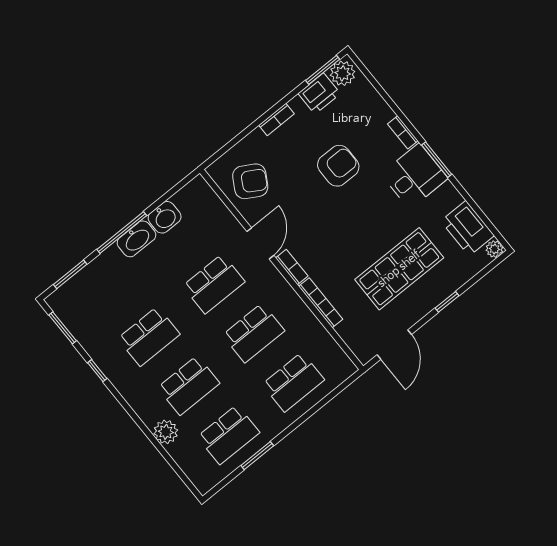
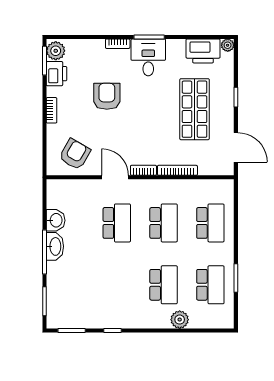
school desk: (149, 336) -> (117, 285), removed

